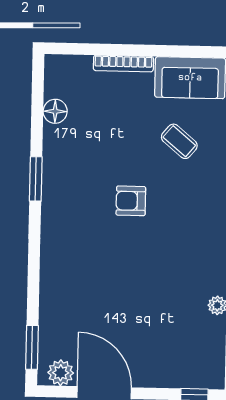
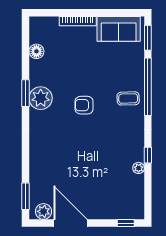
coffee table: (179, 141) -> (128, 98), moved, turned -42
plant: (60, 188) -> (41, 98), added

